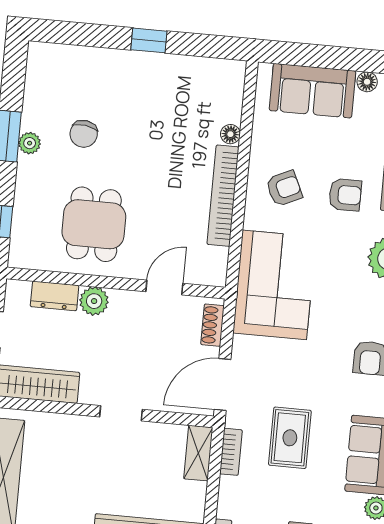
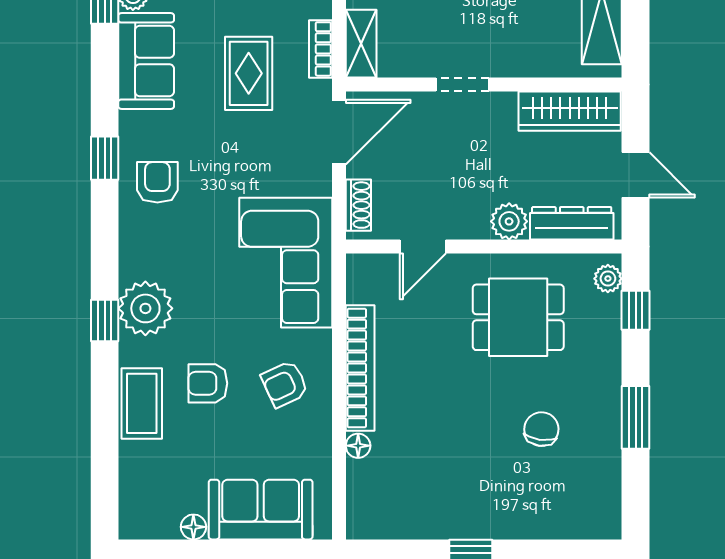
plant: (30, 143) -> (608, 279), moved
dining table: (94, 224) -> (518, 317), turned 90
dresser: (55, 296) -> (572, 223), width x1.44

